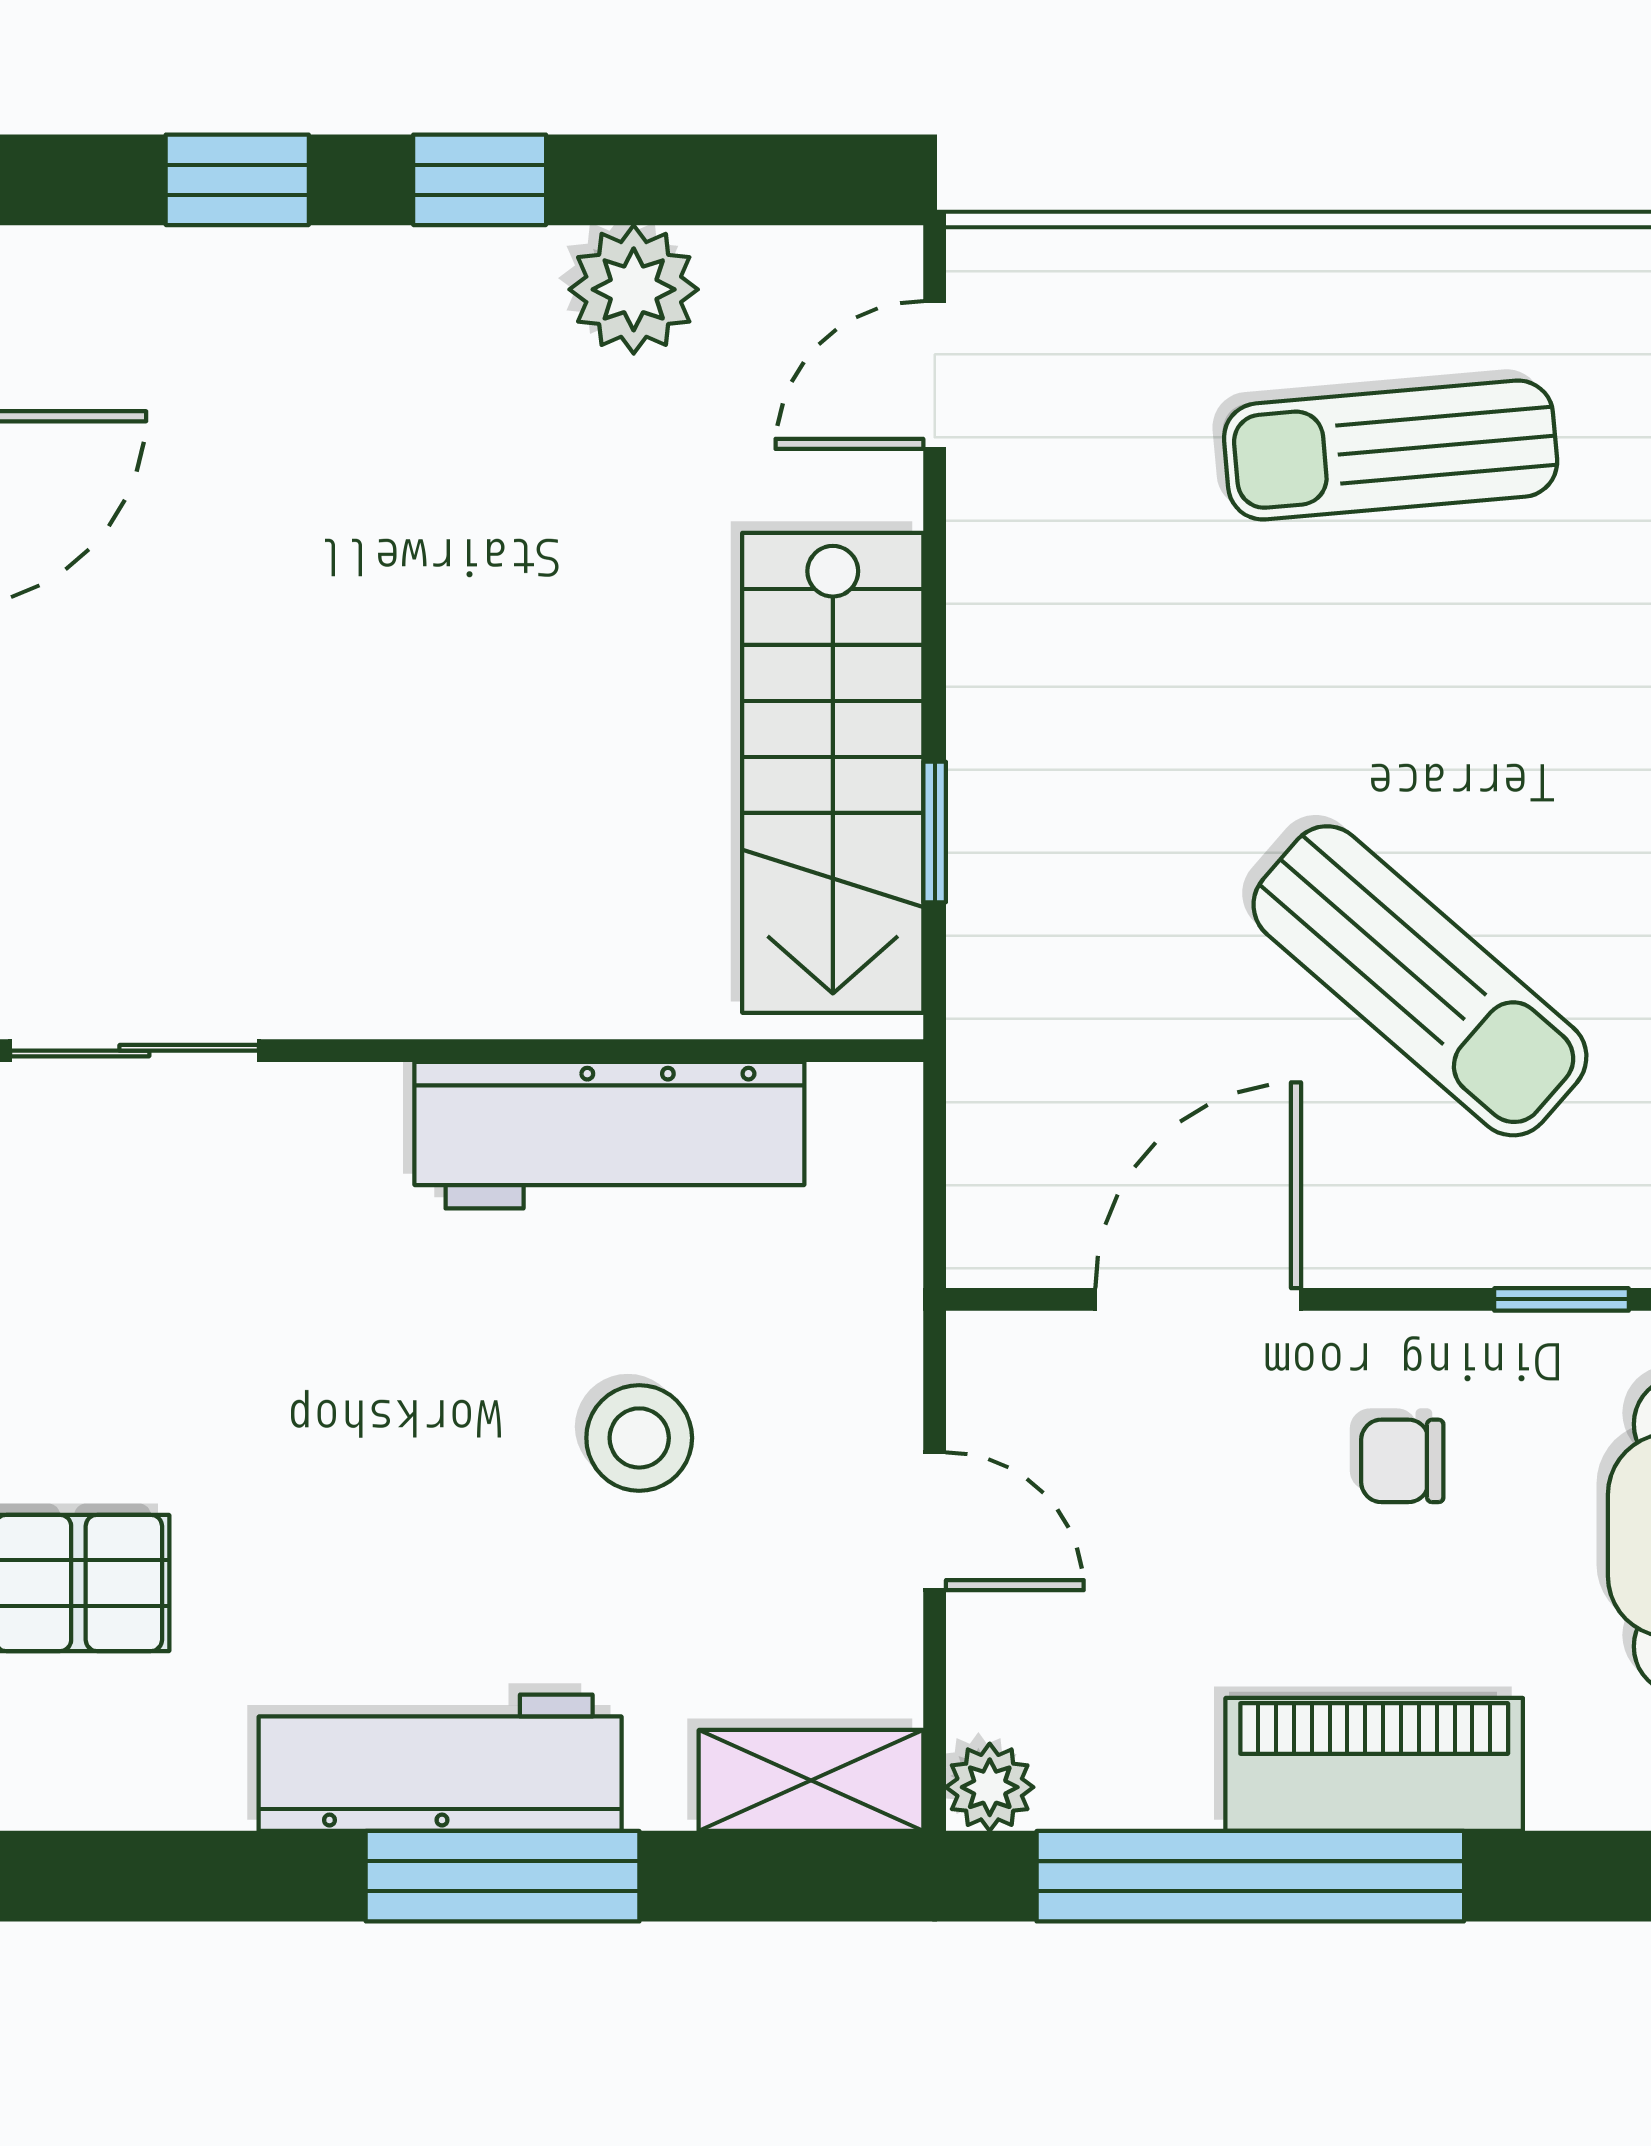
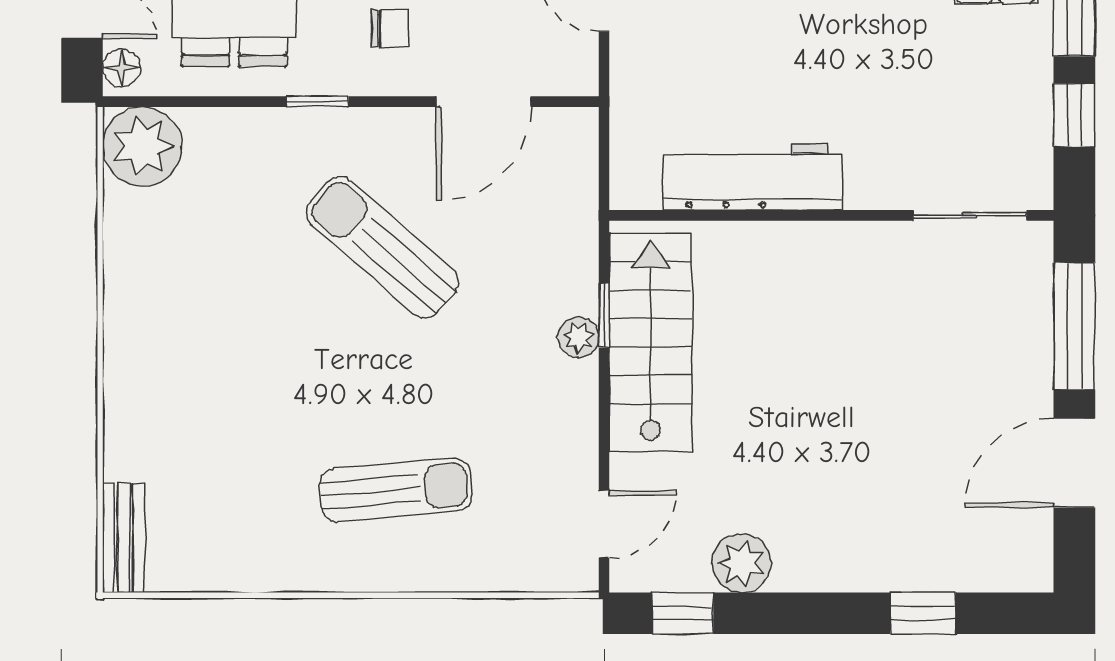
window: (480, 180) -> (683, 613), moved
plant: (990, 784) -> (579, 337), added
stool: (639, 1438) -> (739, 38), removed

